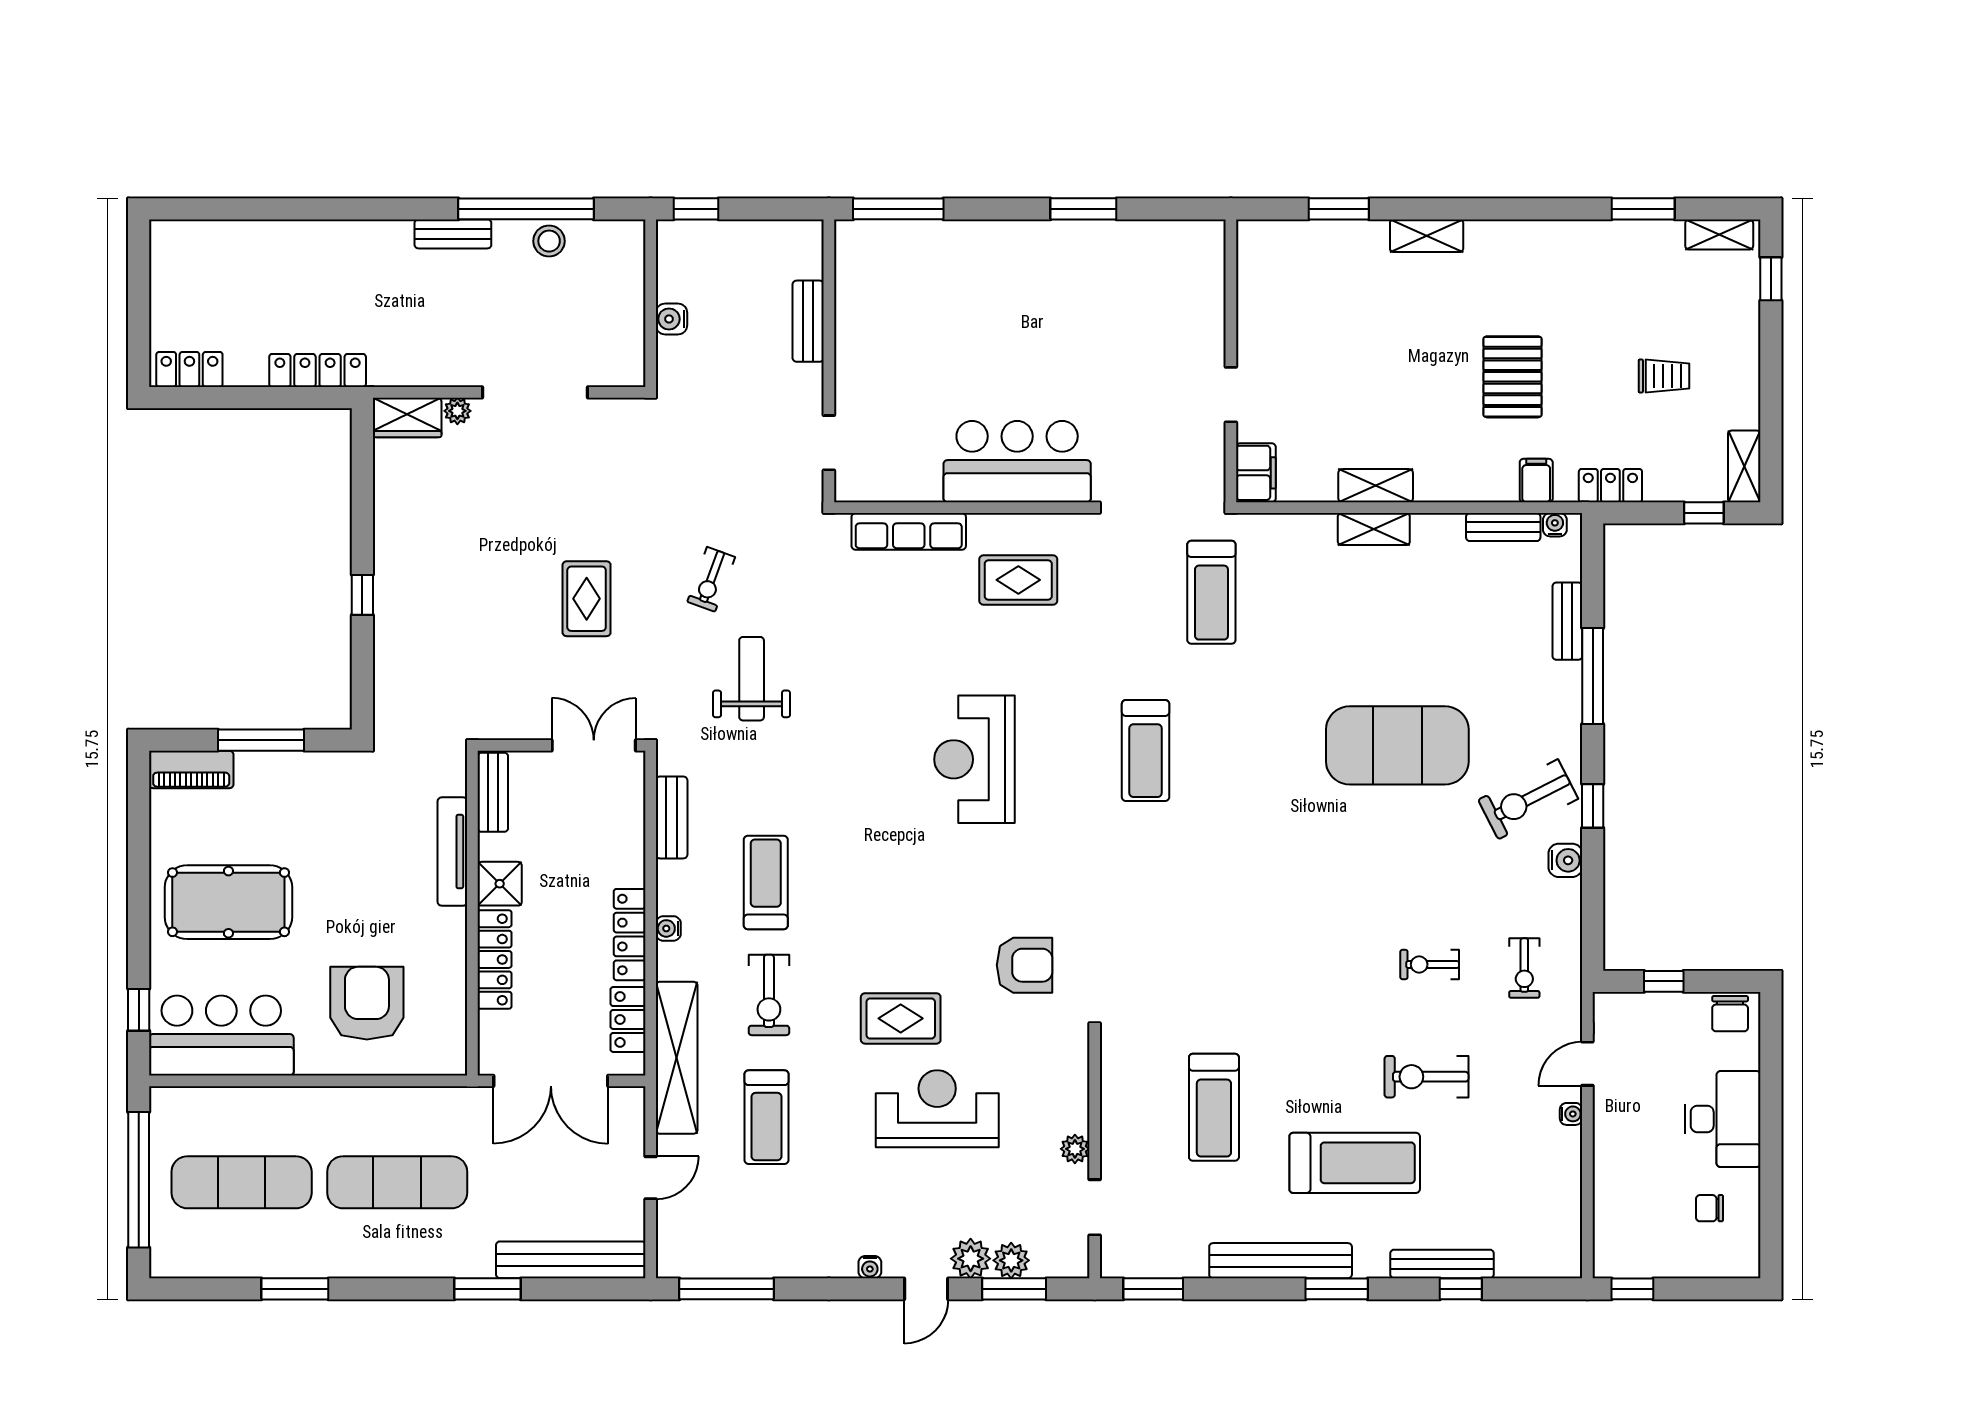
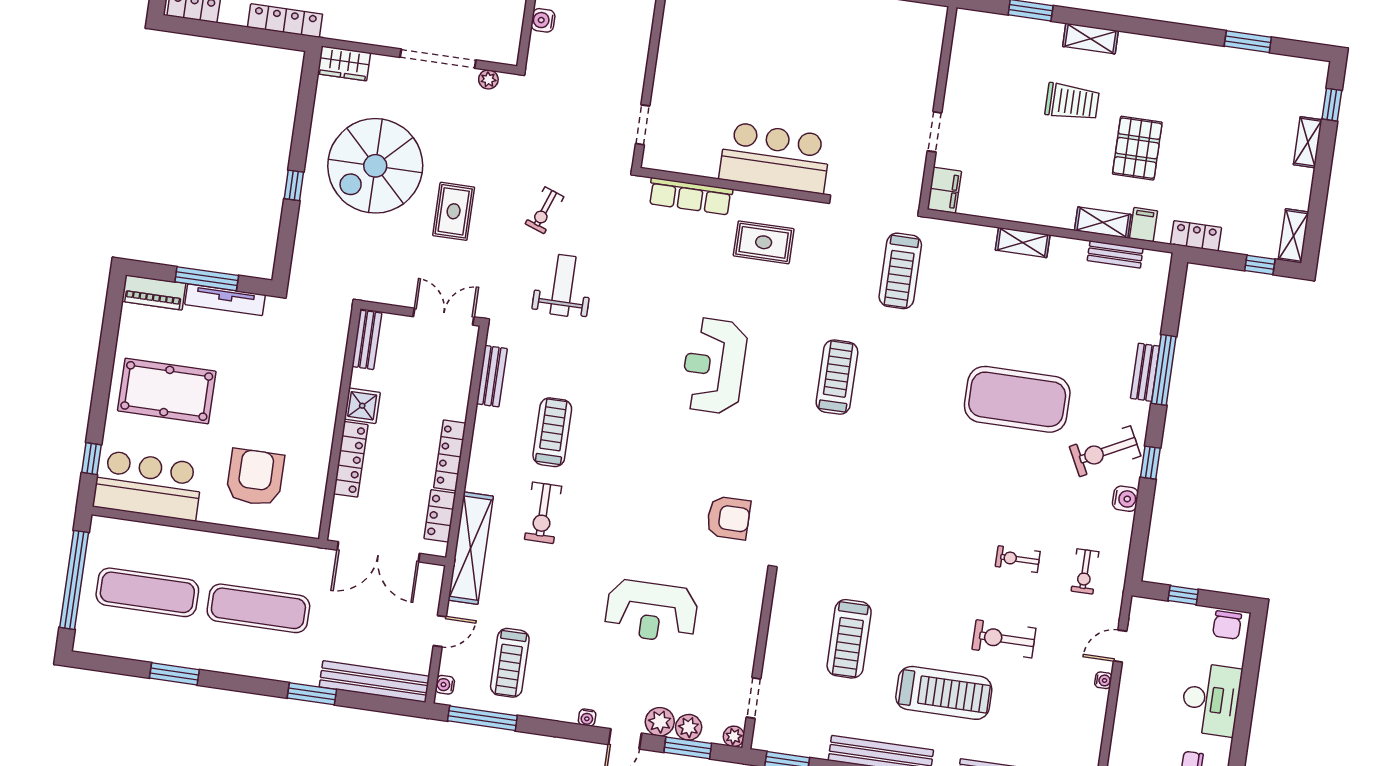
shelving: (1719, 235) -> (1308, 142), moved, turned 90
bench: (808, 321) -> (640, 36), removed
trolley: (1664, 376) -> (1072, 102), moved, width x1.36, depth x1.39
plant: (457, 411) -> (488, 79), moved
shelving: (1376, 486) -> (1103, 222), moved
water cooler: (1555, 525) -> (1152, 258), removed
spiral stairs: (470, 552) -> (375, 166), added
bench: (1567, 621) -> (1145, 372), moved
treadmill: (1146, 750) -> (837, 377), turned 180
tv unit: (452, 852) -> (225, 300), moved, turned -90
water cooler: (668, 928) -> (445, 685), moved
rug: (901, 1018) -> (635, 543), removed
reception desk: (937, 1109) -> (651, 611), turned 180
treadmill: (766, 1117) -> (510, 663), moved
plant: (1075, 1149) -> (734, 736), moved

